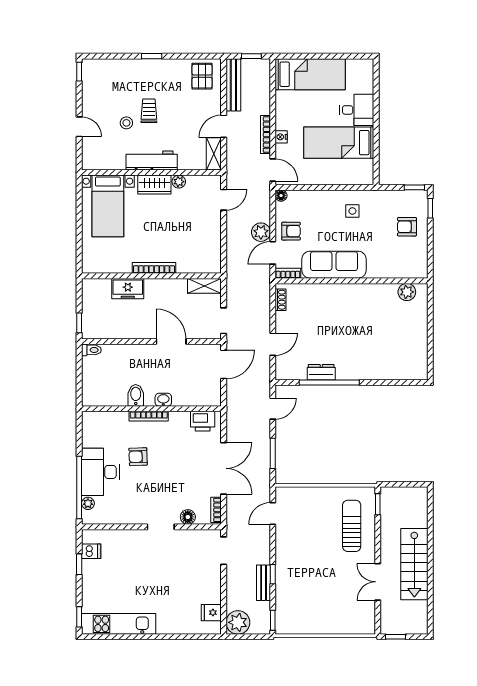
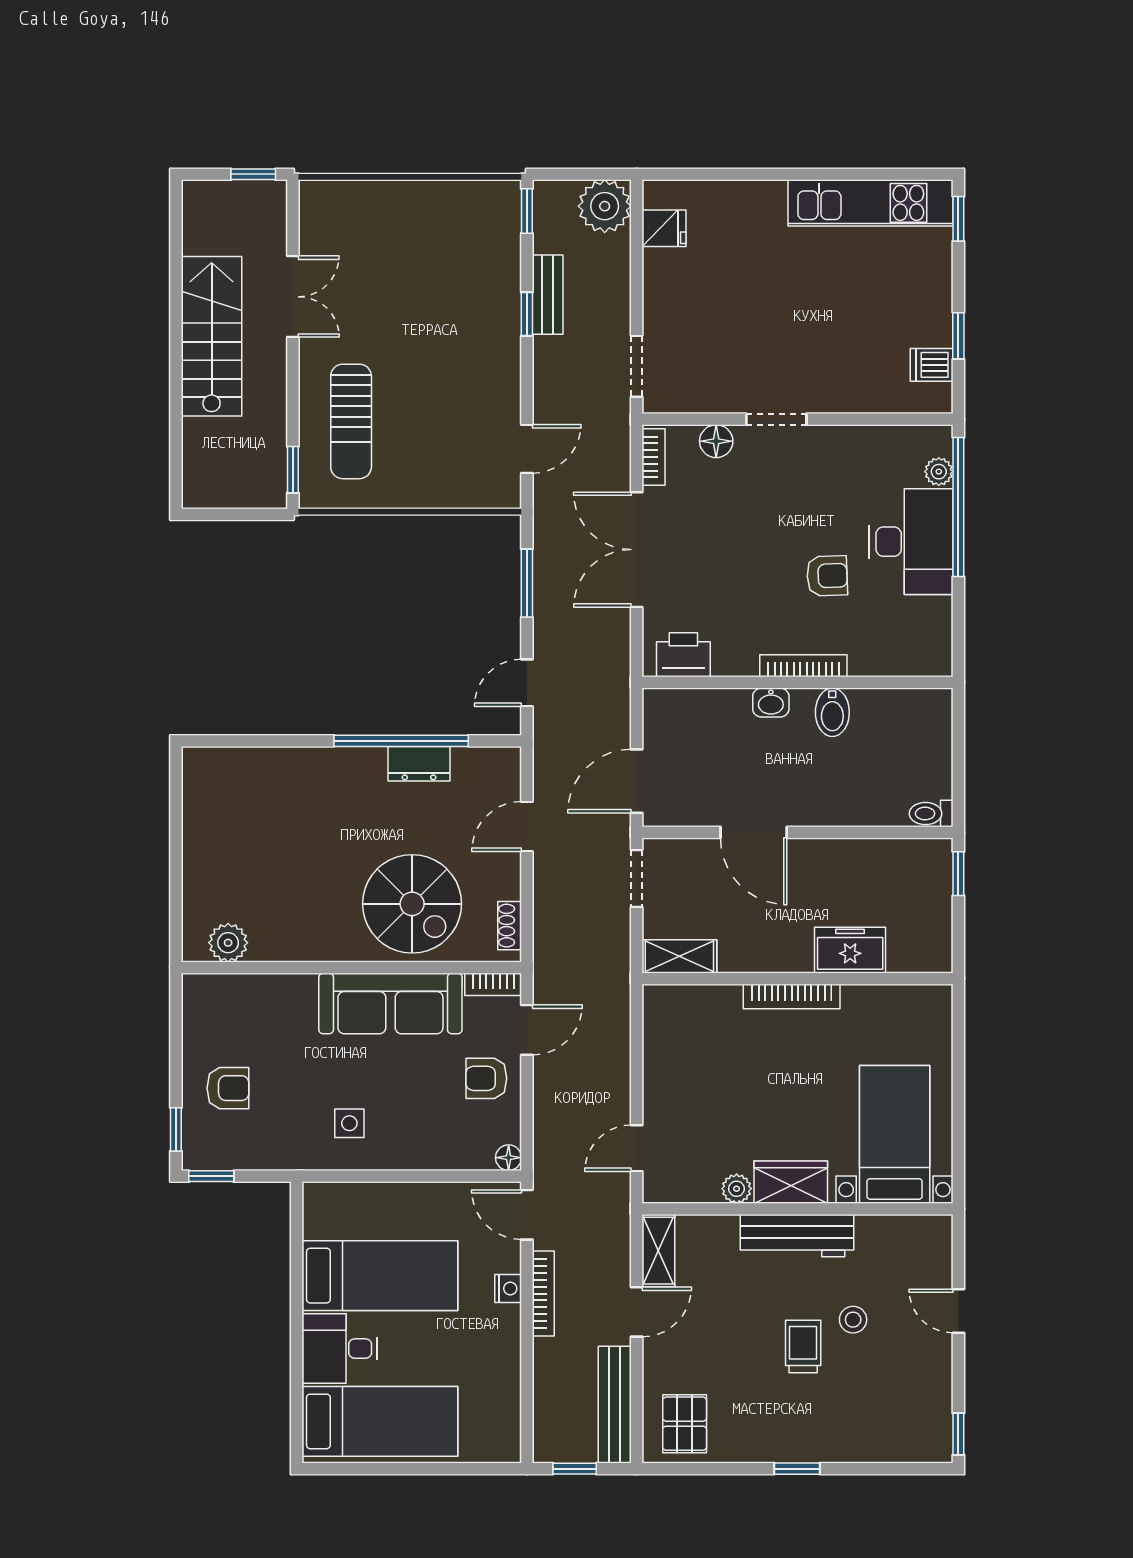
bed: (310, 74) -> (380, 1421), moved, turned 180
trolley: (149, 111) -> (803, 1346), turned 180
plant: (261, 232) -> (553, 1076), removed
spiral stairs: (324, 309) -> (412, 904), added

